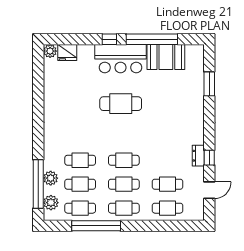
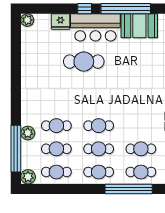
fridge: (67, 53) -> (60, 21), moved
cafe table: (121, 104) -> (84, 62), moved
plant: (51, 178) -> (28, 133), moved
plant: (51, 203) -> (28, 177), moved
window: (96, 226) -> (129, 189), moved

